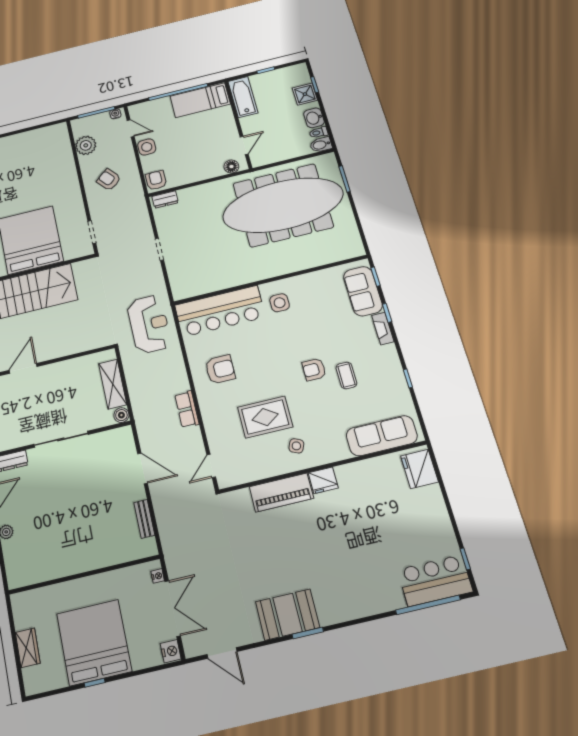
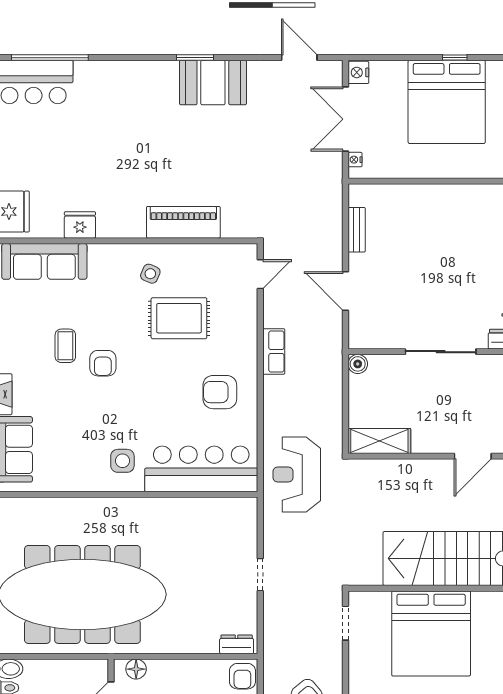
armchair: (314, 369) -> (103, 363), turned 90
shelving: (113, 384) -> (379, 441), moved, turned 90
fridge: (323, 480) -> (80, 225), moved

